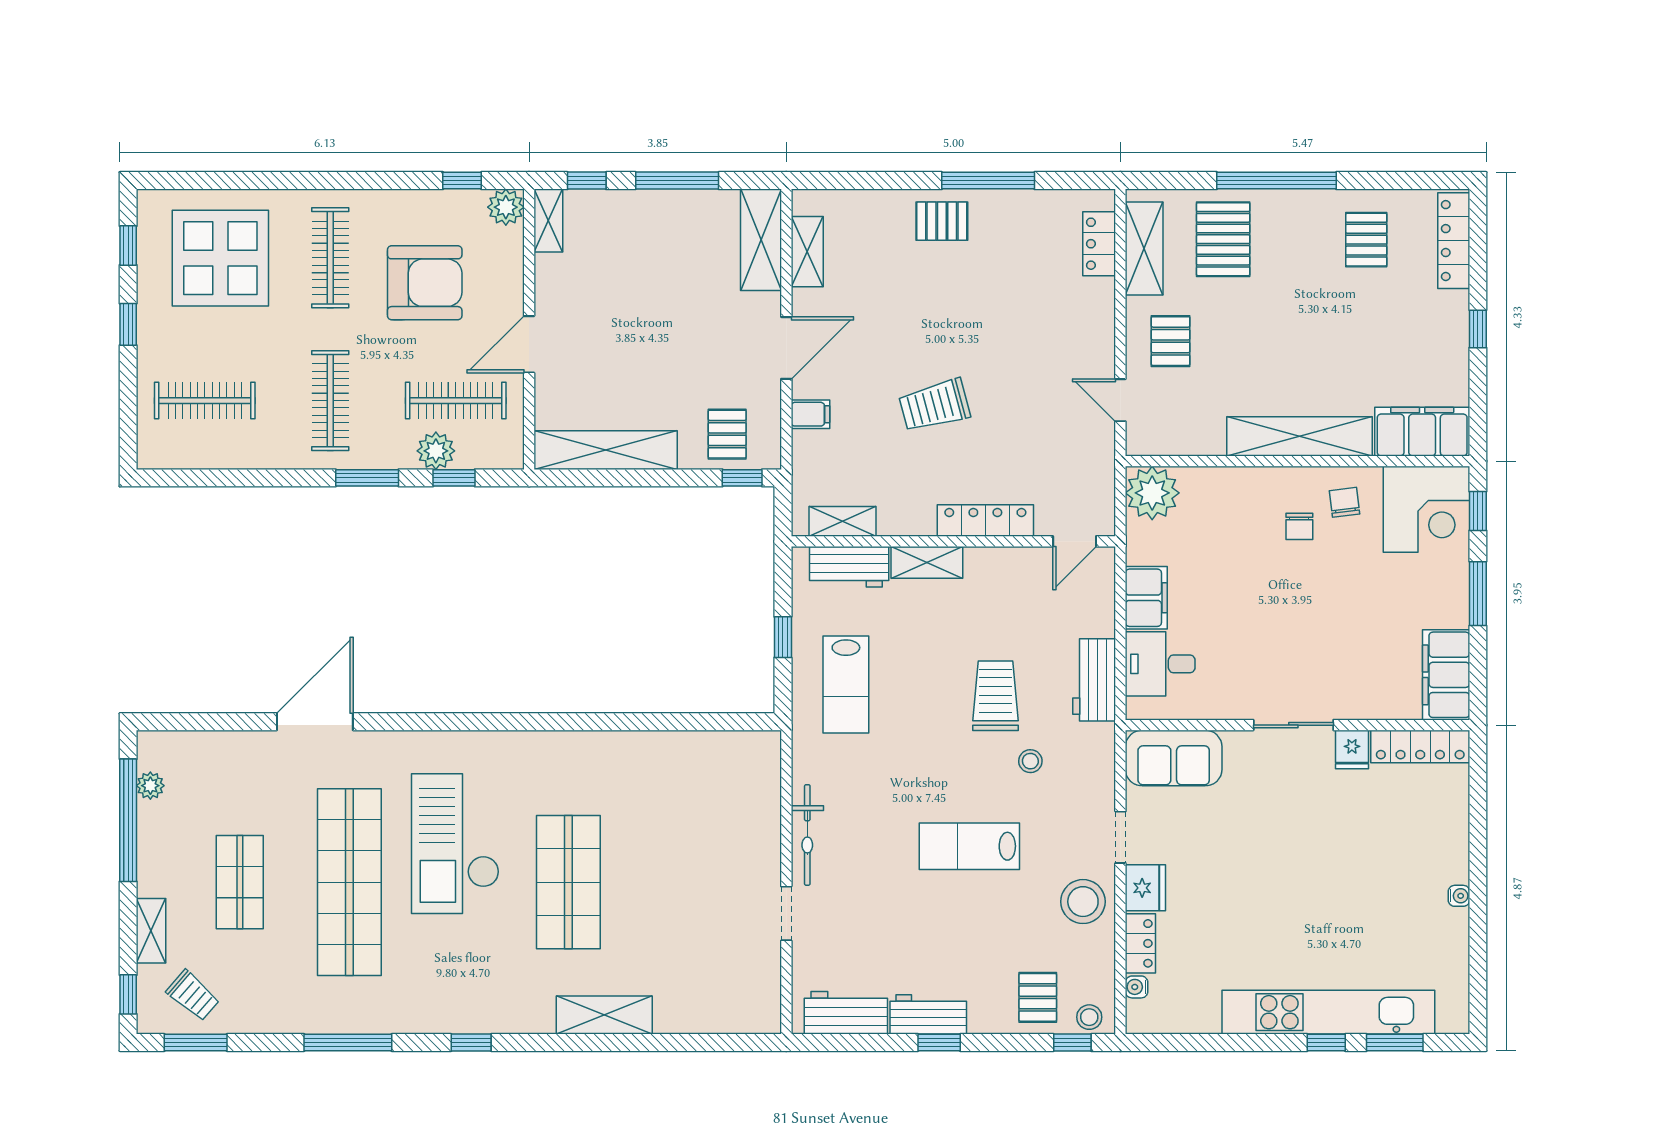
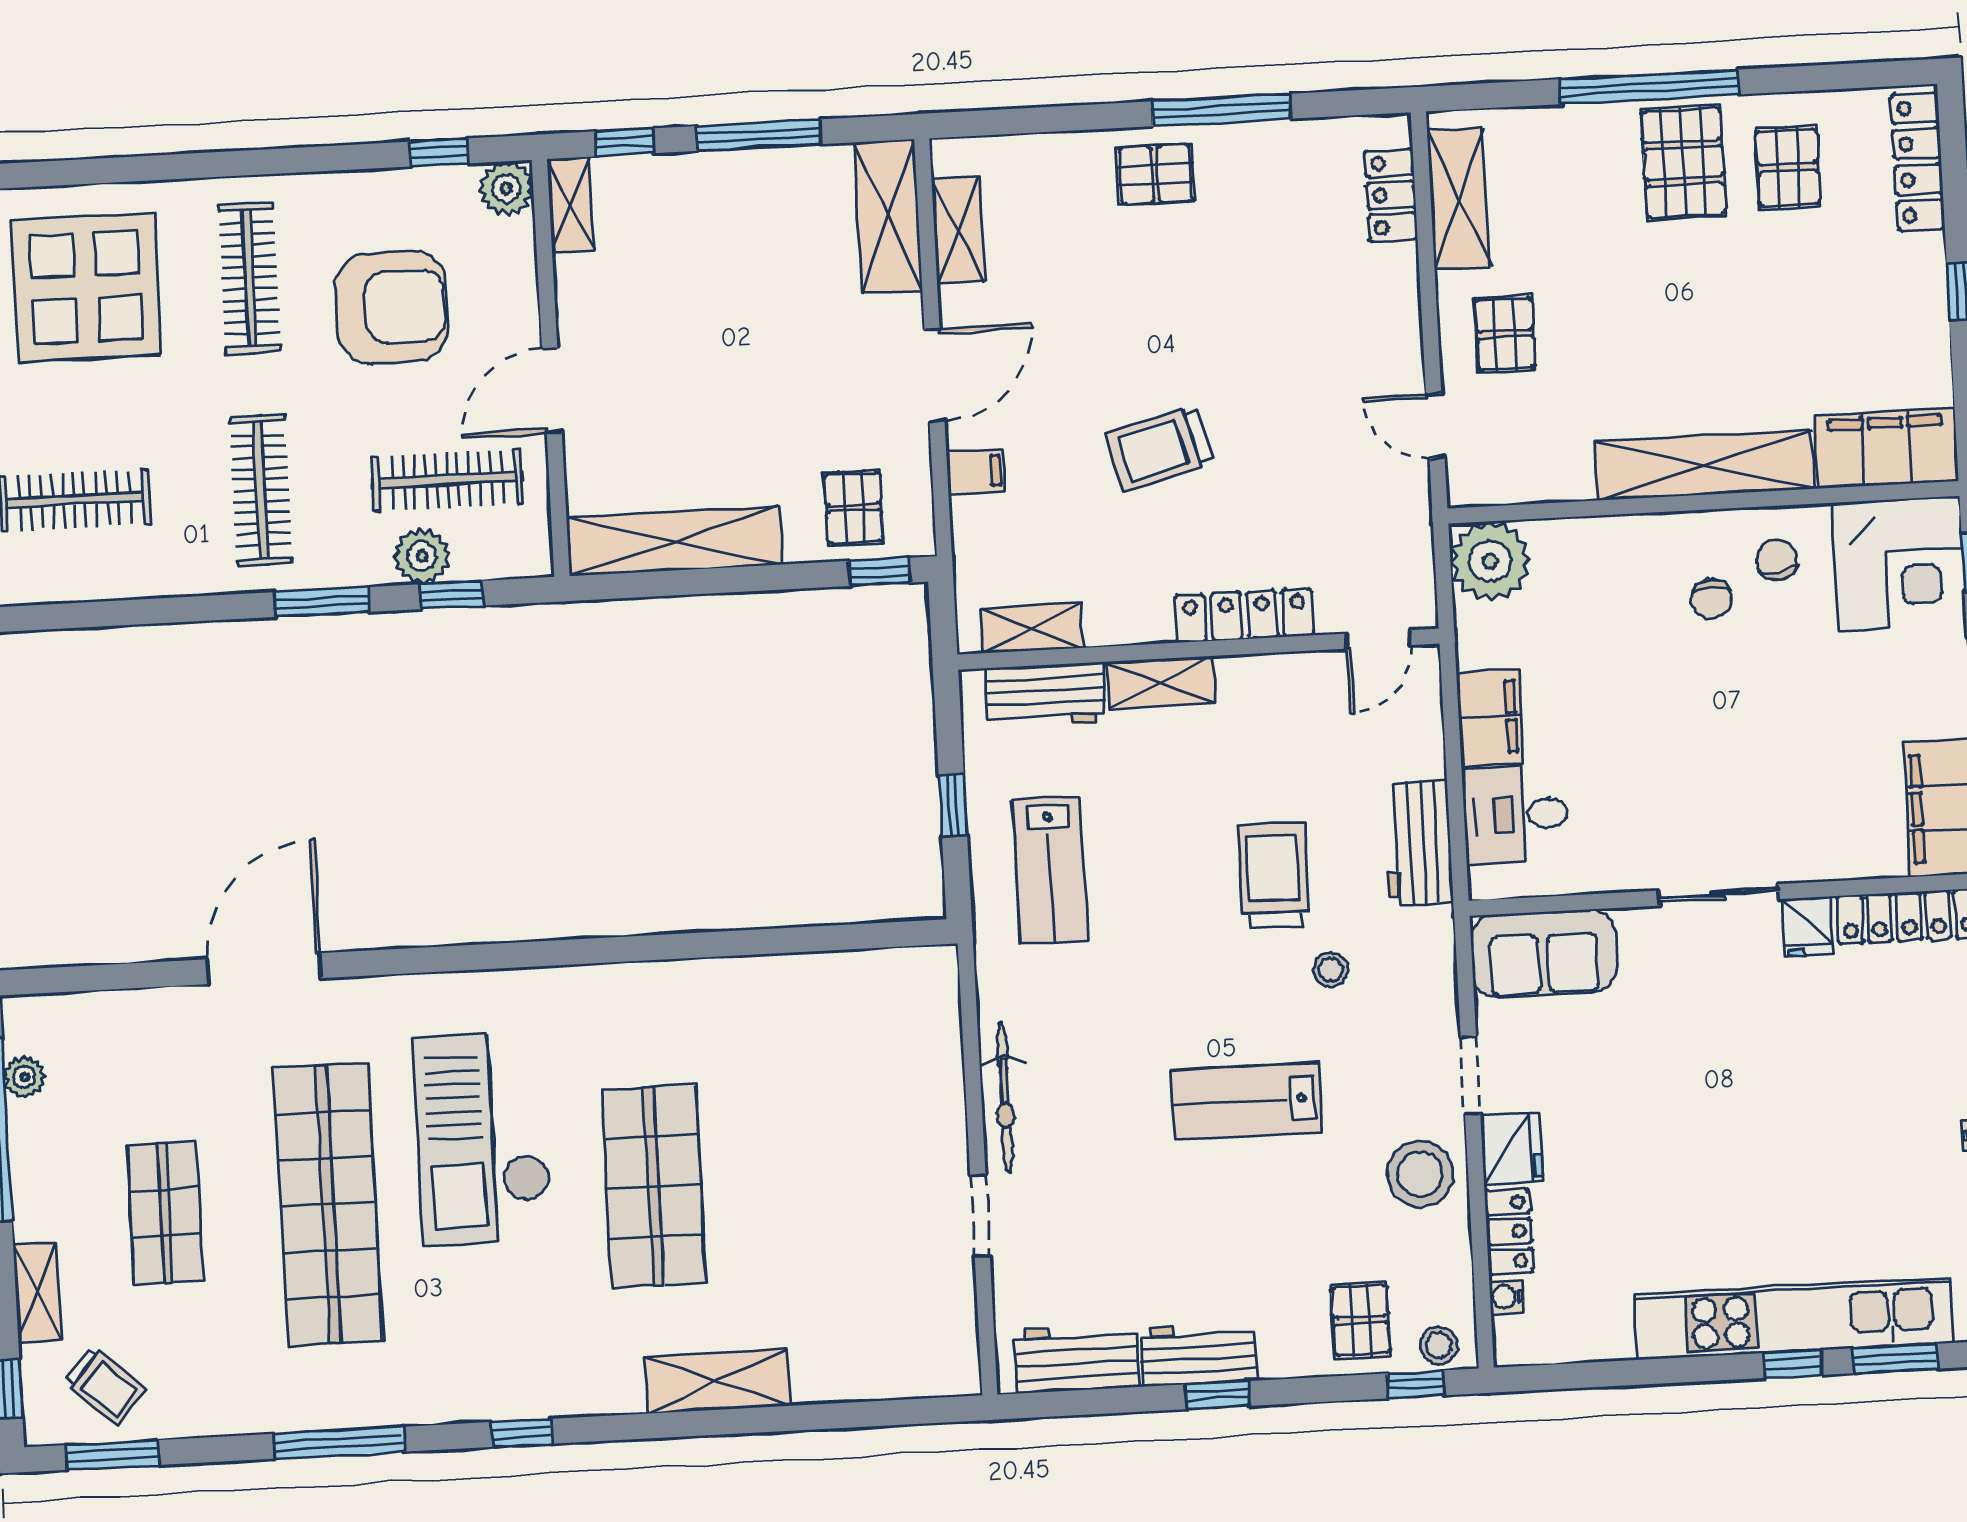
pallet: (1223, 239) -> (1683, 163), moved

